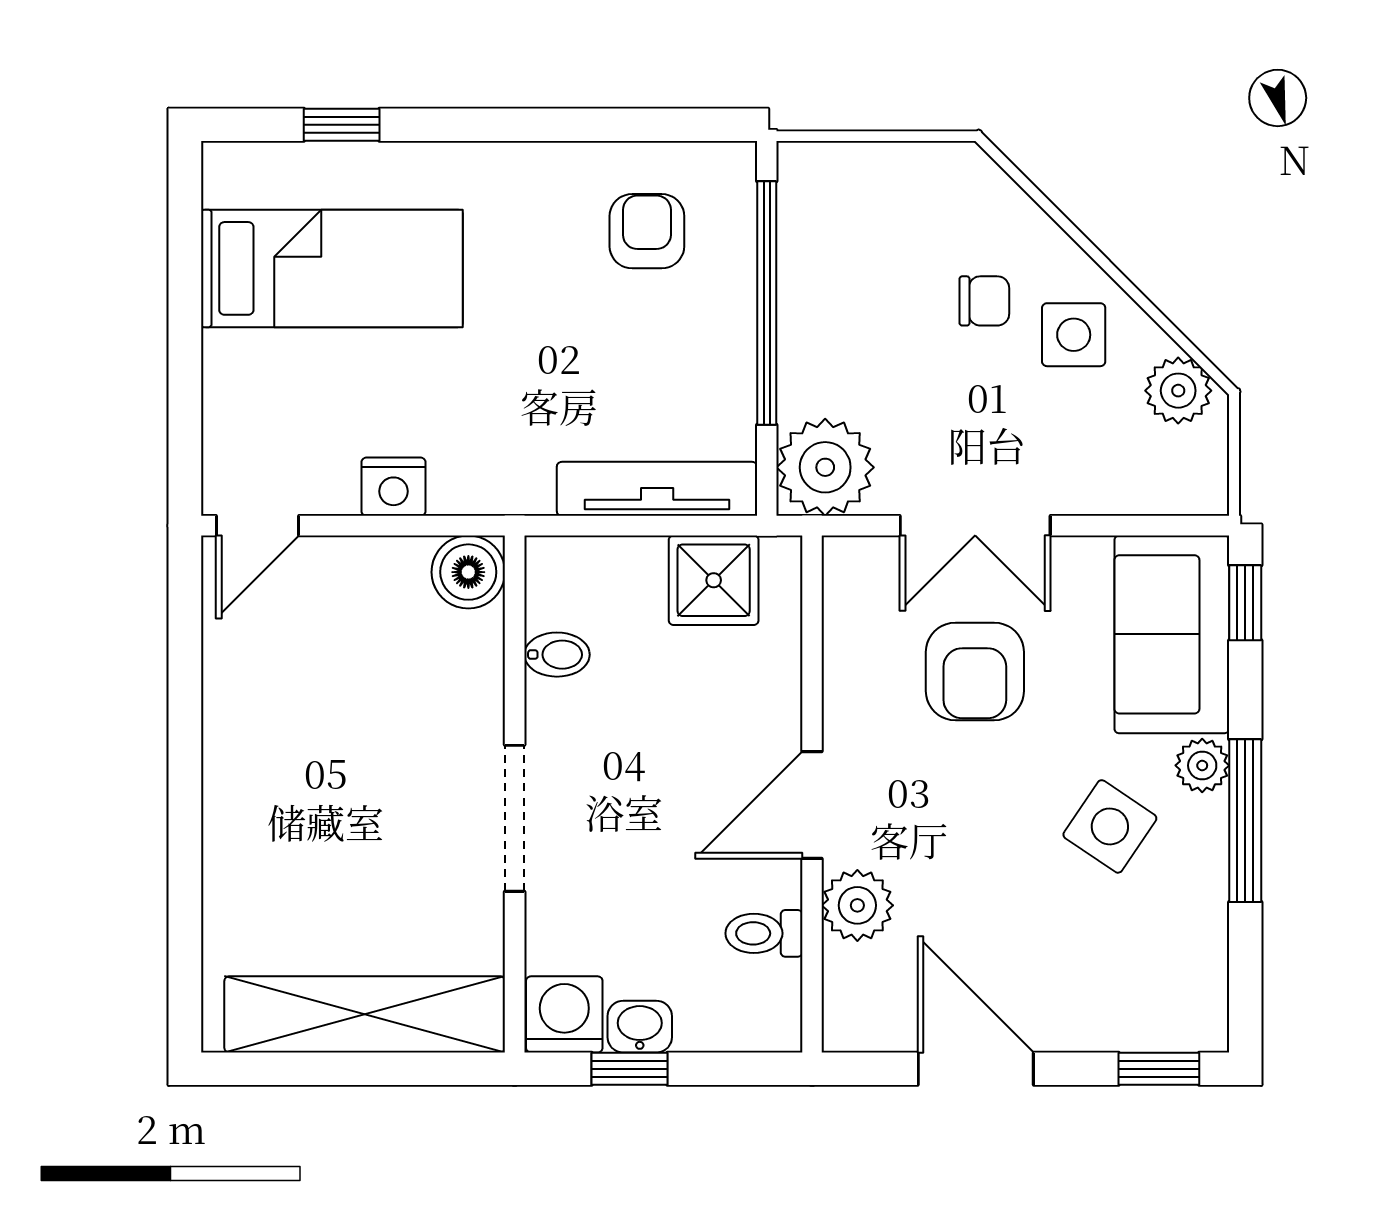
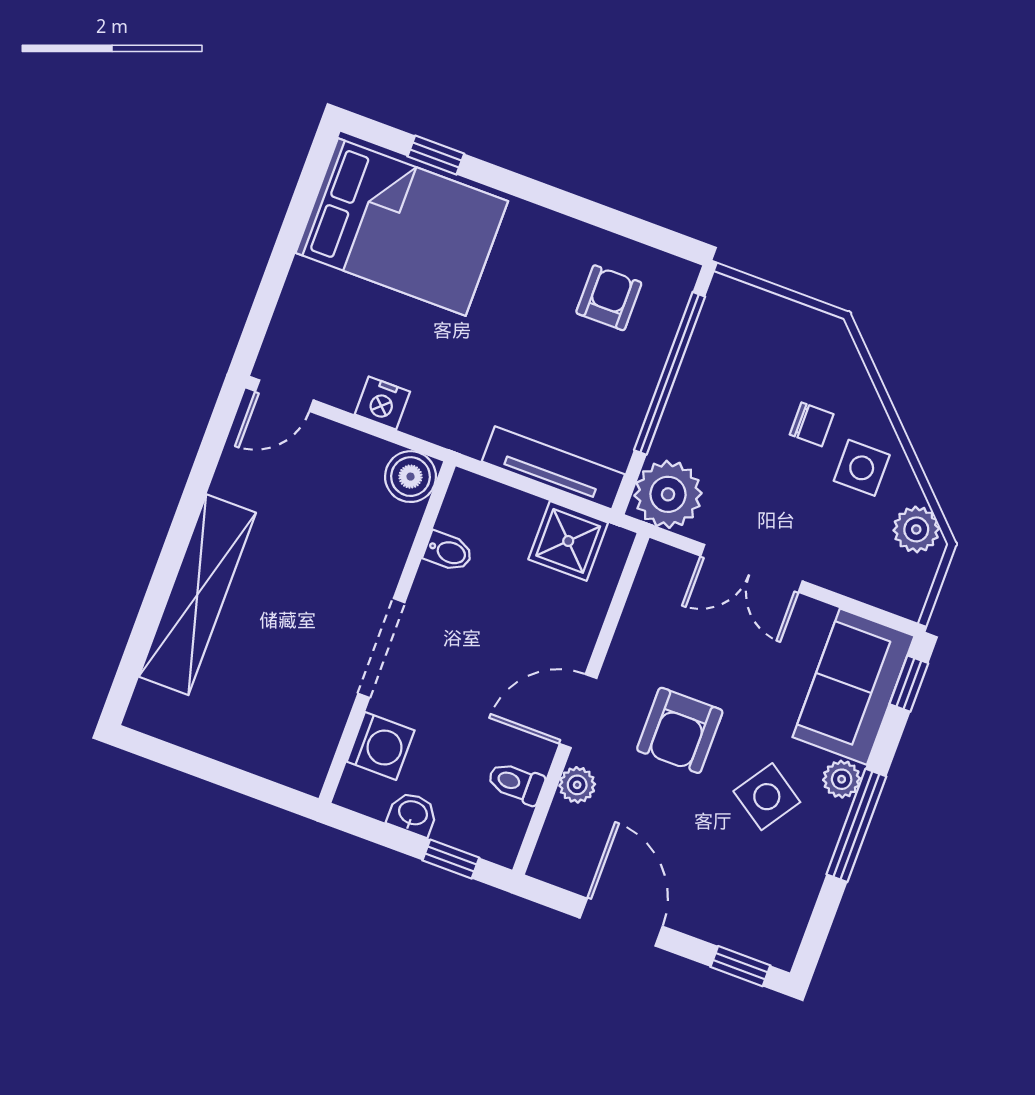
bed: (332, 268) -> (402, 227), width x1.50
armchair: (975, 672) -> (680, 730), moved
plant: (857, 905) -> (577, 785), width x0.73, depth x0.73
shelving: (365, 1014) -> (197, 595), moved, turned 90
washing machine: (564, 1014) -> (381, 746), moved, turned 90
window: (630, 1069) -> (451, 859), moved

